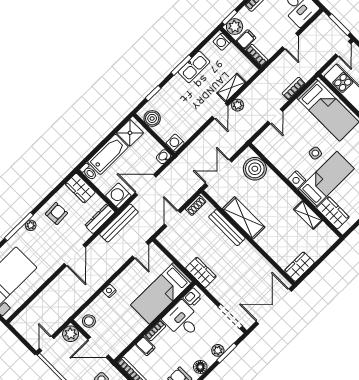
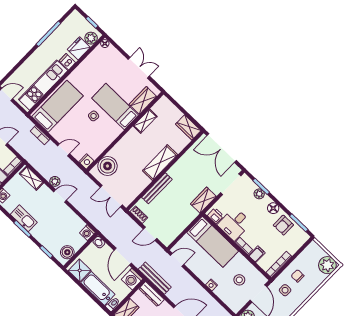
shelving: (231, 88) -> (31, 178), moved
nightstand: (297, 180) -> (86, 161), moved
shelving: (244, 218) -> (160, 163), moved
wardrobe: (201, 272) -> (203, 200), moved
stool: (89, 321) -> (239, 280), moved

